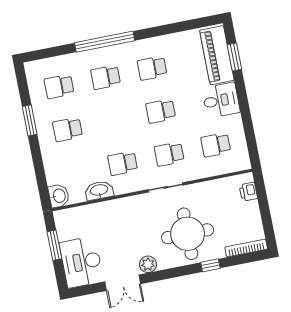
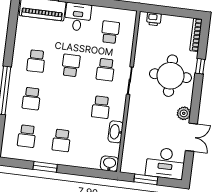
school desk: (161, 111) -> (71, 65), turned 180
school desk: (216, 145) -> (110, 32), turned 180

